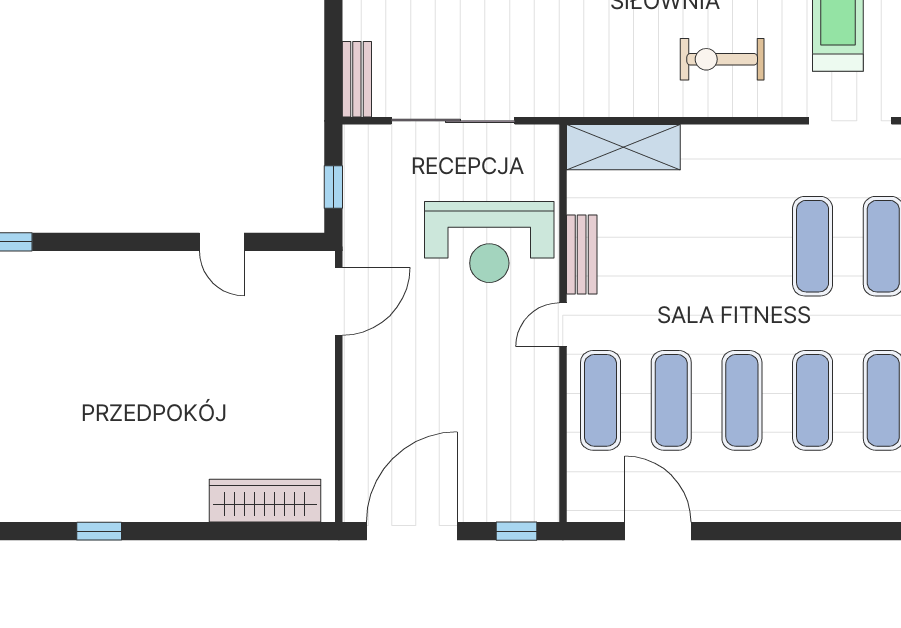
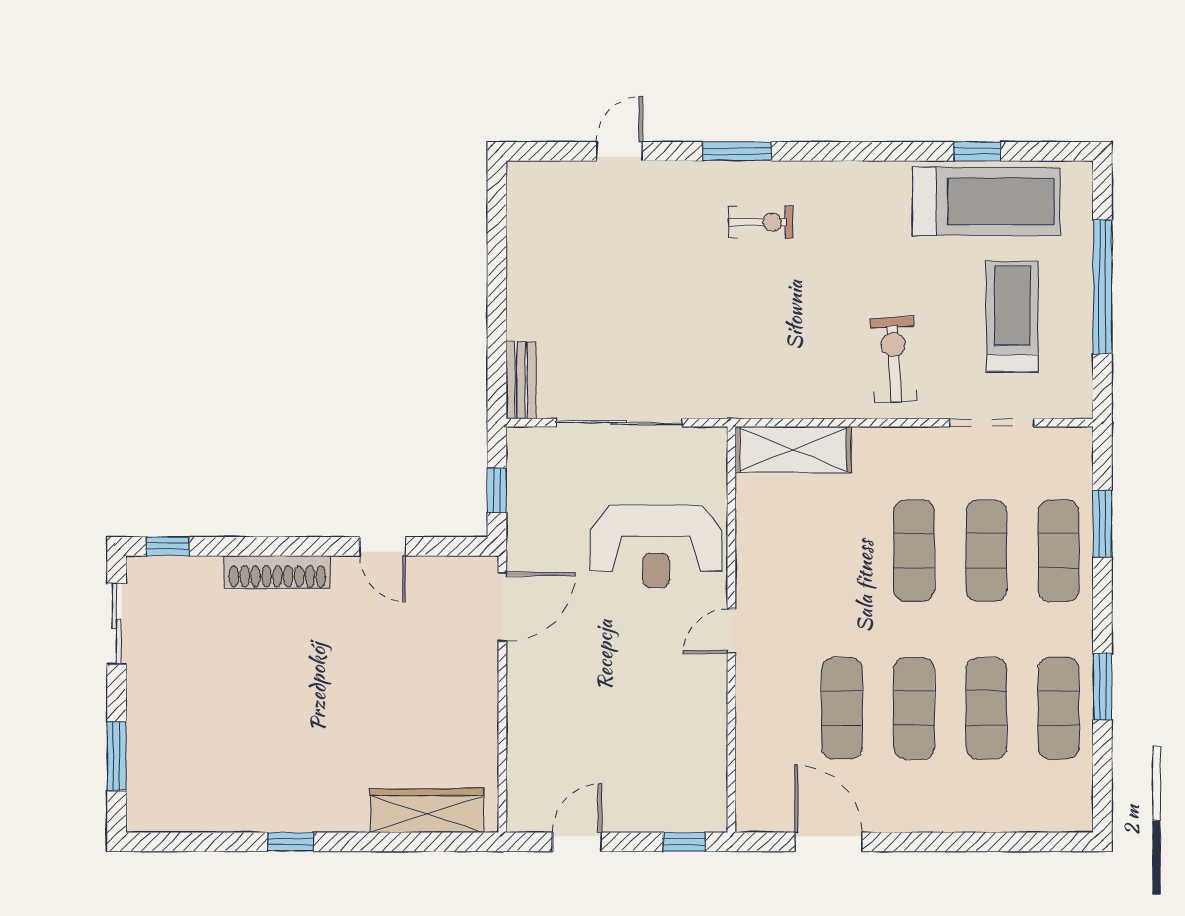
exercise bike: (722, 59) -> (894, 360), turned 87
doorway: (850, 121) -> (992, 423), moved
bench: (582, 255) -> (750, 559), removed
shoe rack: (118, 267) -> (277, 572), added
exercise mat: (601, 400) -> (914, 551), moved
window: (99, 531) -> (291, 842), moved
door: (412, 531) -> (577, 842), width x0.53

